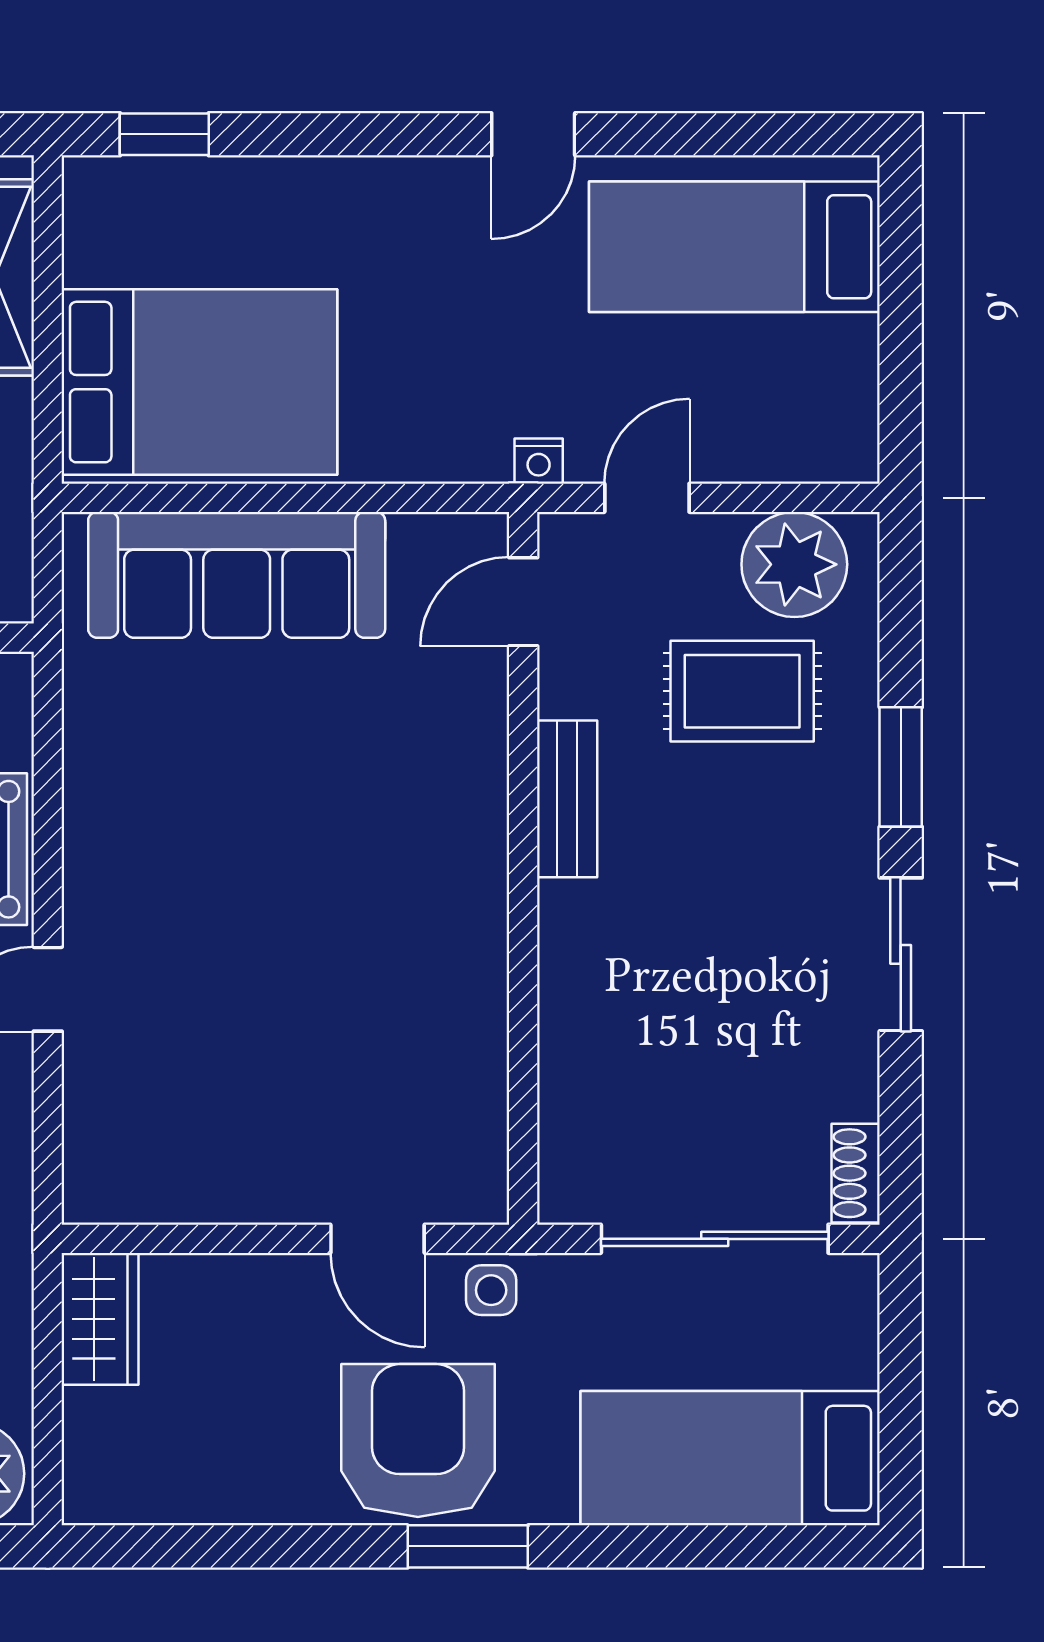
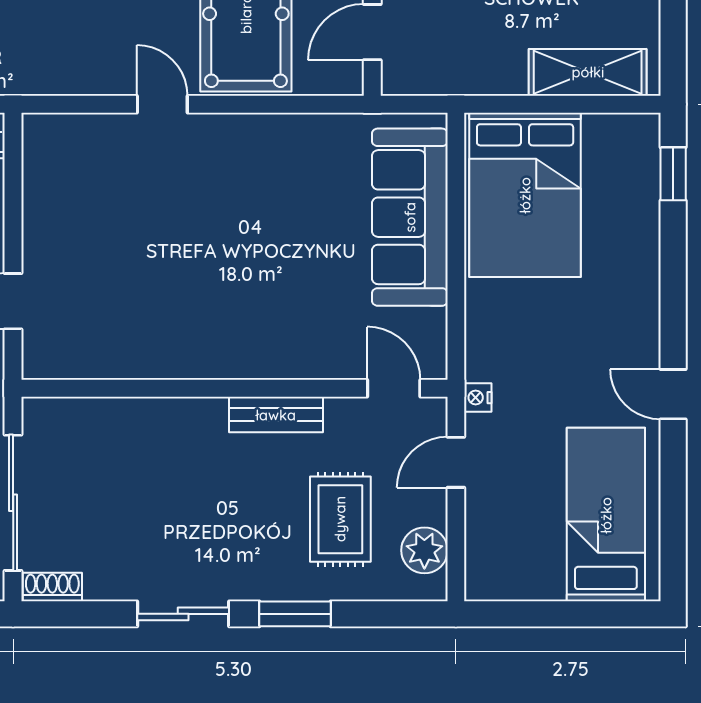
door: (647, 498) -> (456, 462), swing flipped
plant: (794, 564) -> (424, 550), width x0.73, depth x0.73

